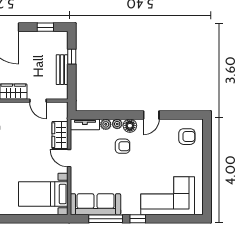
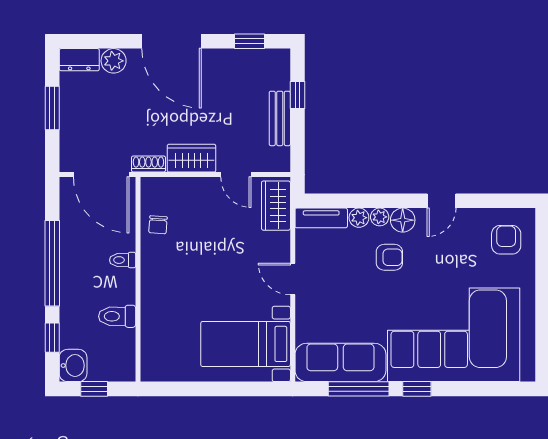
wardrobe: (60, 135) -> (276, 206), moved
armchair: (187, 137) -> (506, 240), turned -90
corner sofa: (168, 196) -> (454, 335), width x1.36, depth x1.36

